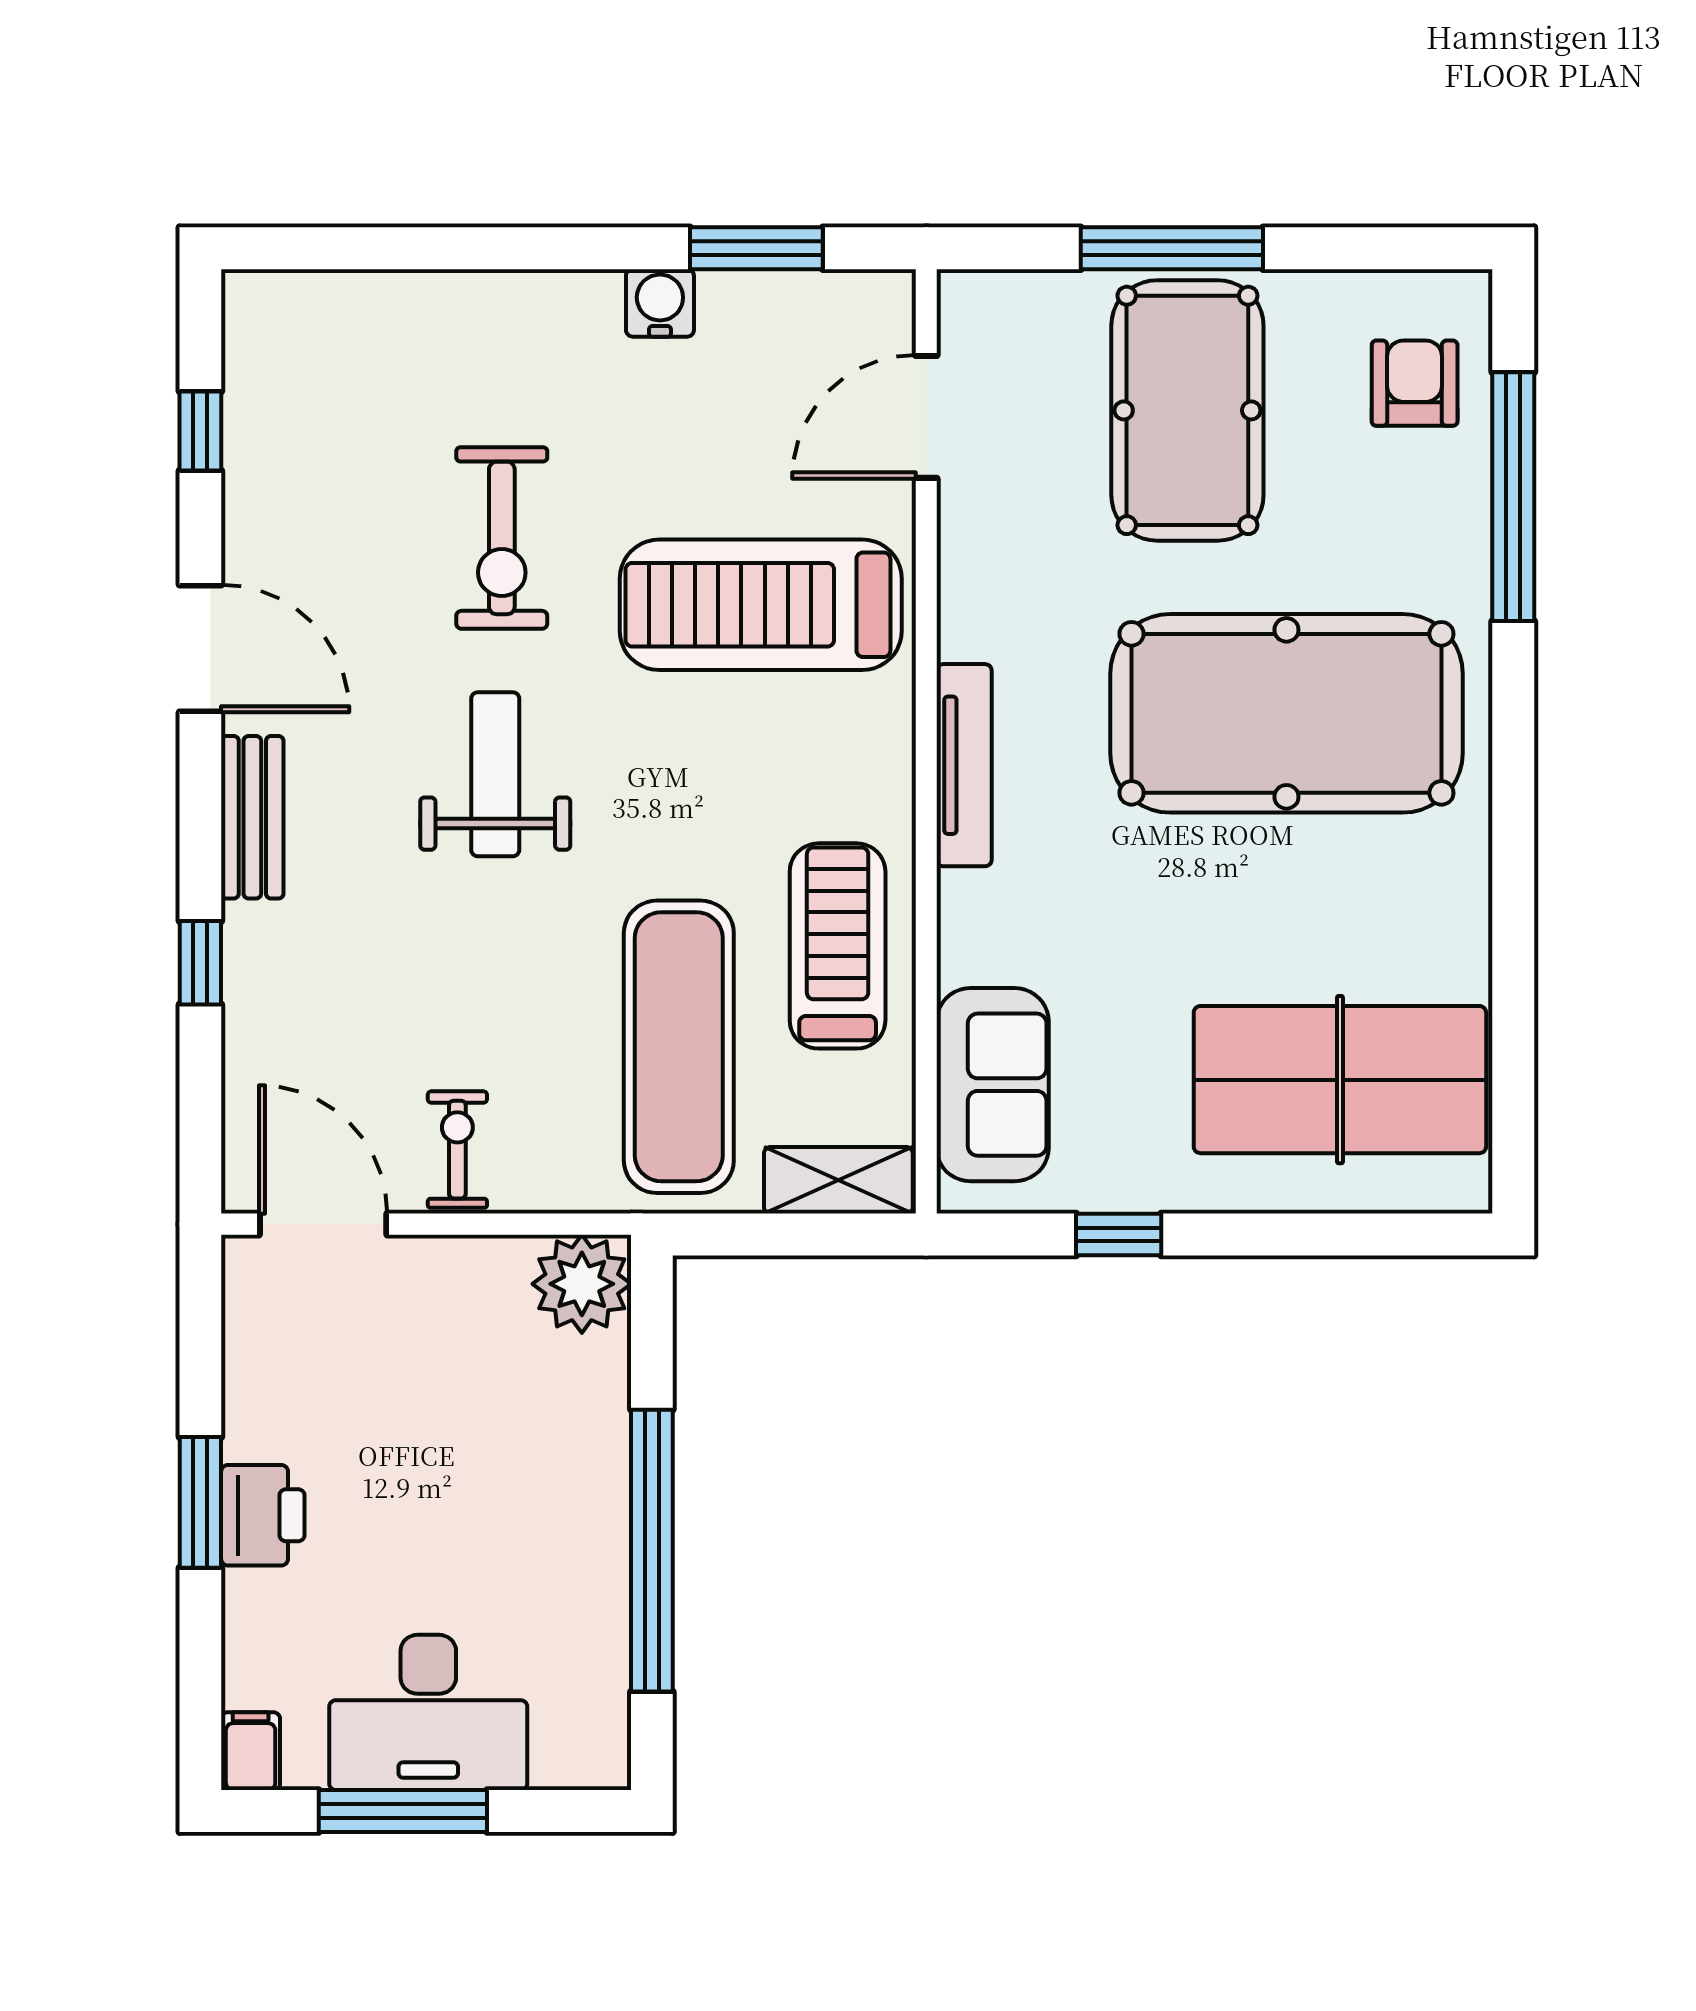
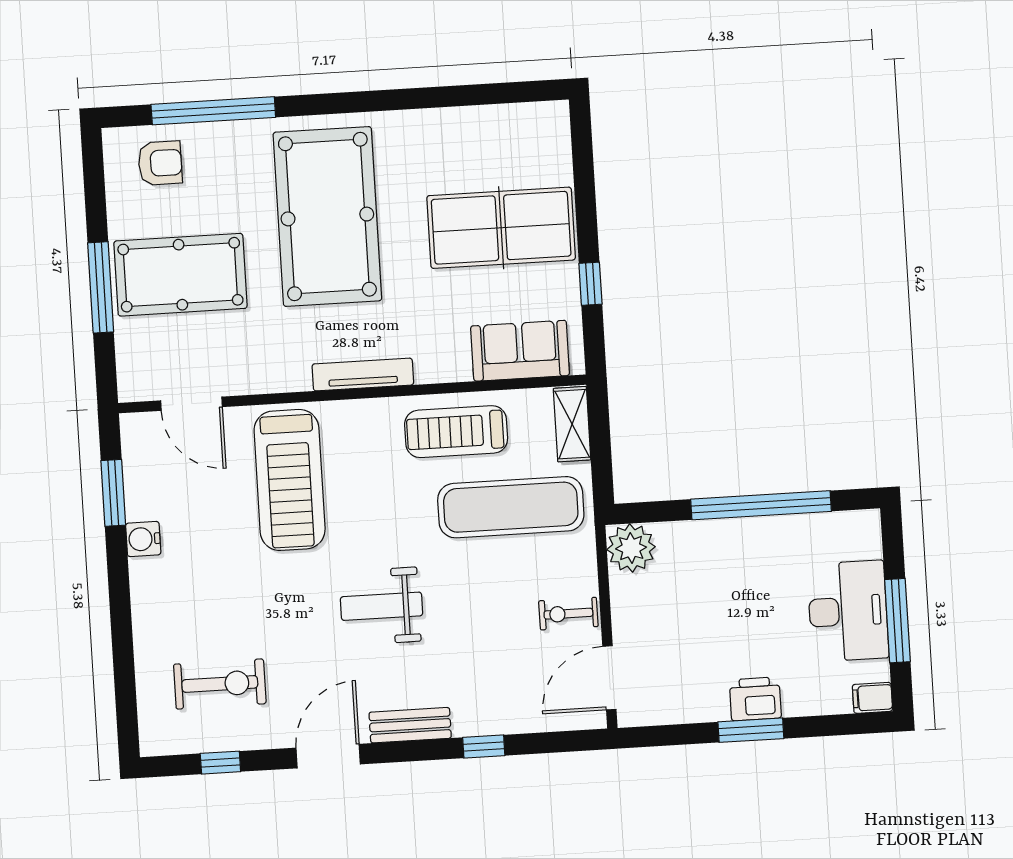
armchair: (1415, 383) -> (160, 163), turned 180
exercise bike: (502, 538) -> (220, 684), moved
table tennis table: (1340, 1080) -> (501, 228), moved, turned 90

